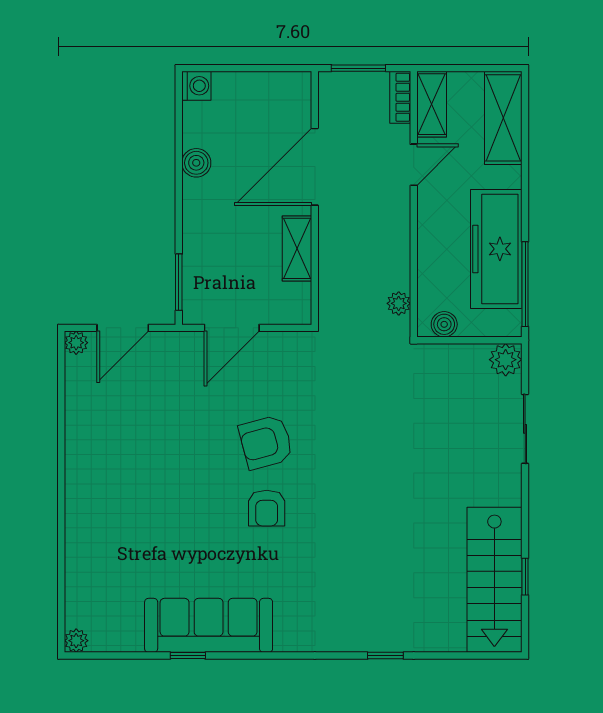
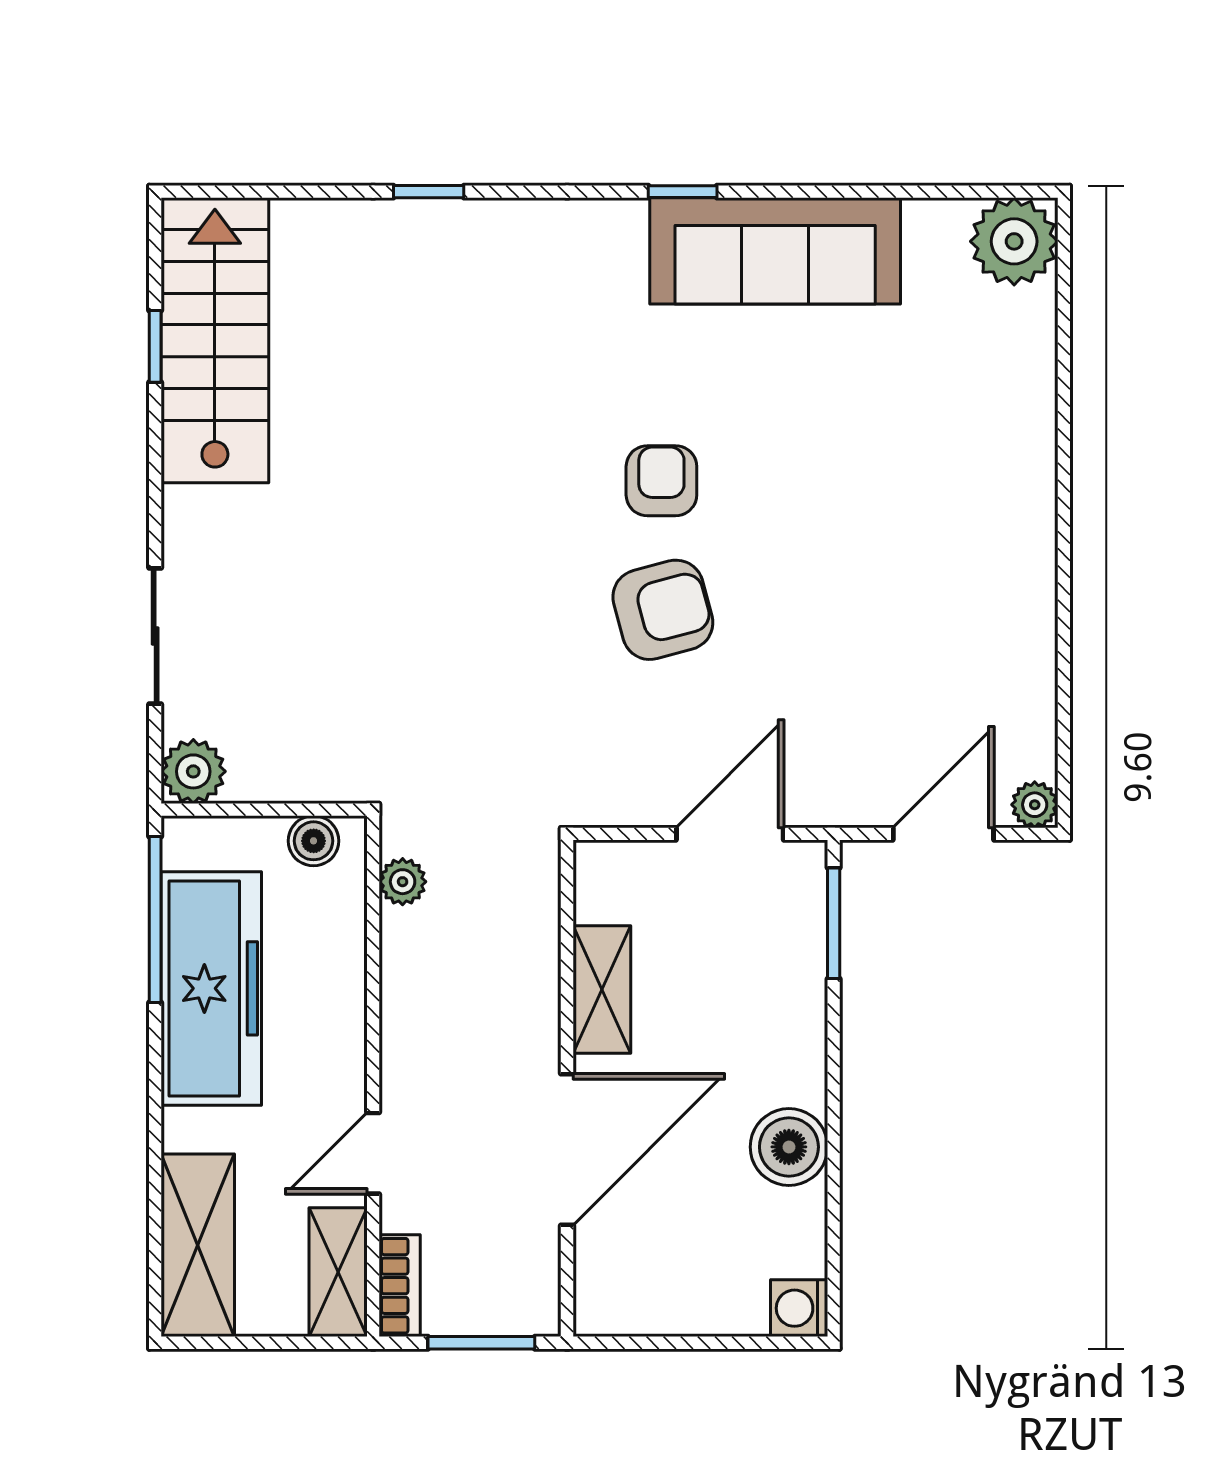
boiler: (196, 163) -> (789, 1147), width x1.36, depth x1.36
plant: (76, 641) -> (1014, 241), width x1.87, depth x1.87
window: (188, 656) -> (683, 192), moved

